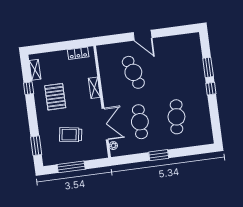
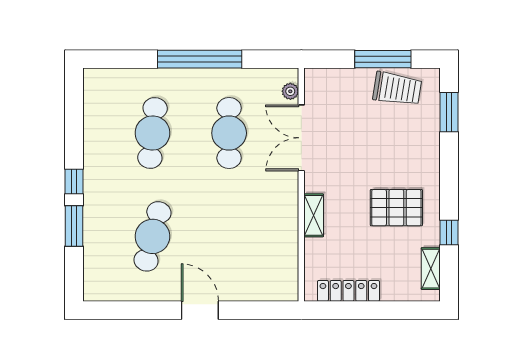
locker: (78, 53) -> (348, 291), width x1.53
cafe table: (133, 72) -> (152, 236), moved, turned 33
pallet: (55, 97) -> (396, 208), turned 90
trolley: (71, 135) -> (397, 89), moved
window: (159, 155) -> (200, 59), width x2.11

